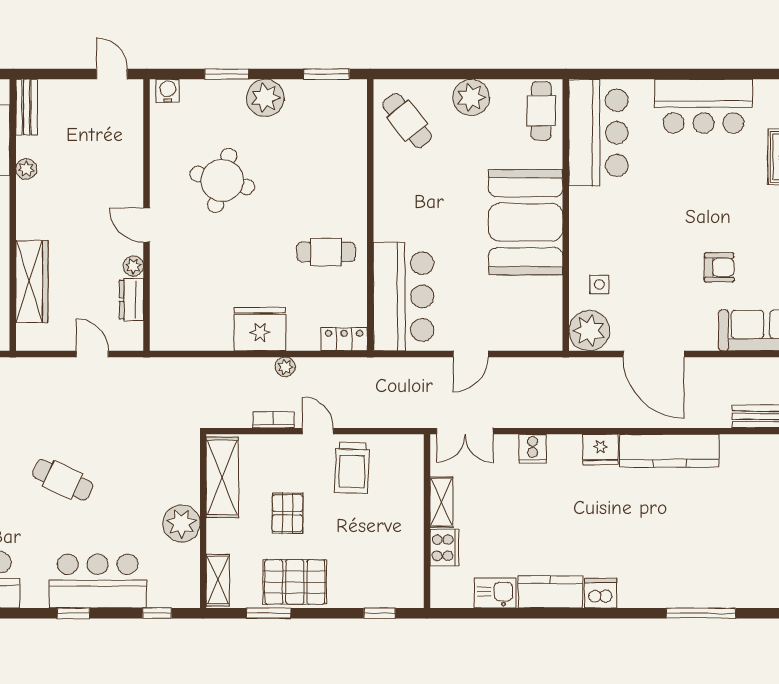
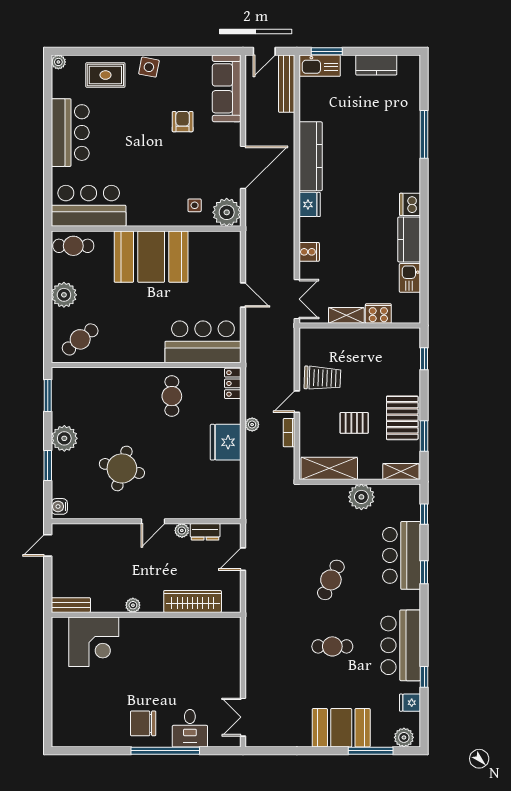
plant: (26, 169) -> (133, 605), moved

